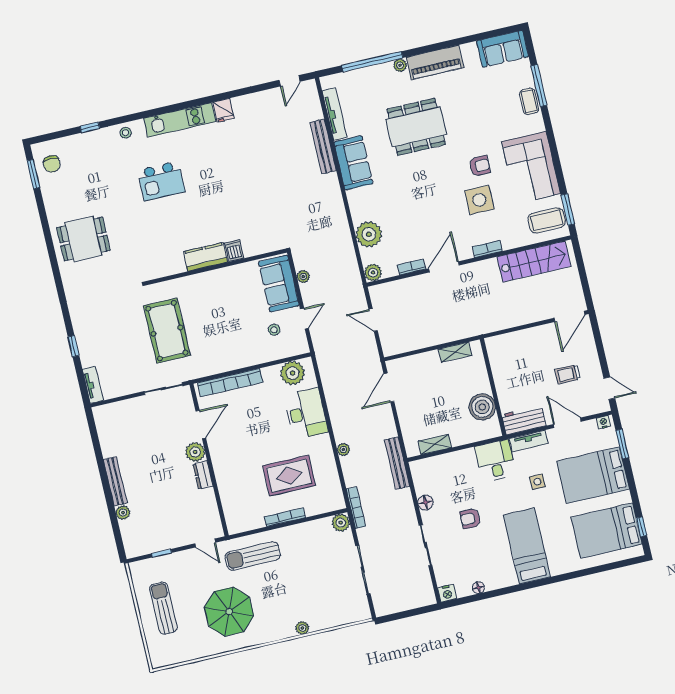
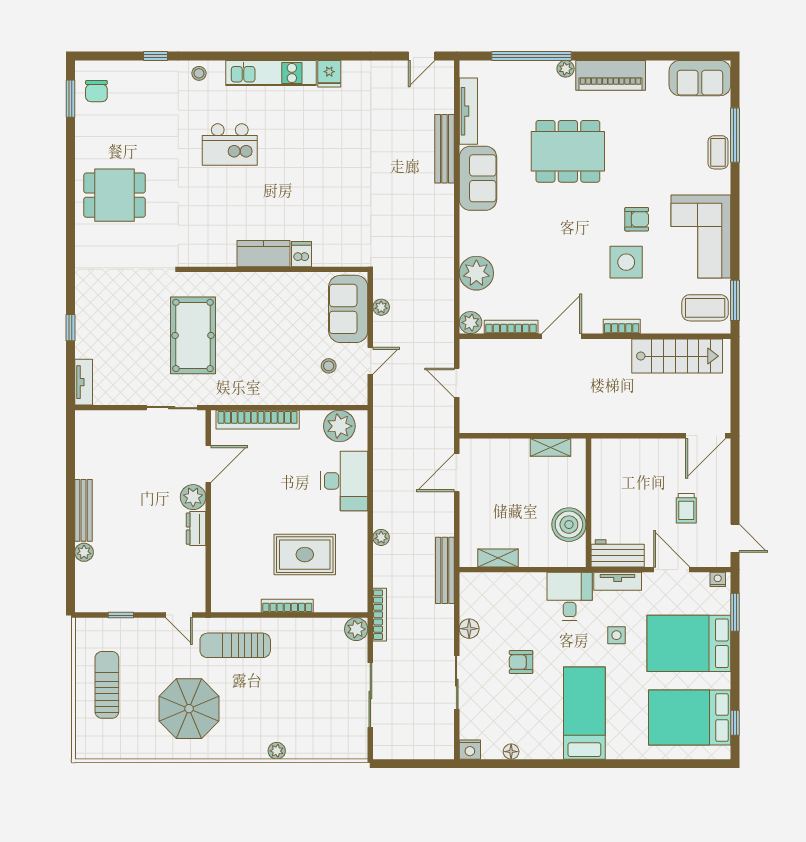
bookcase: (411, 267) -> (511, 327), width x1.56
trolley: (567, 374) -> (686, 508), turned -90

